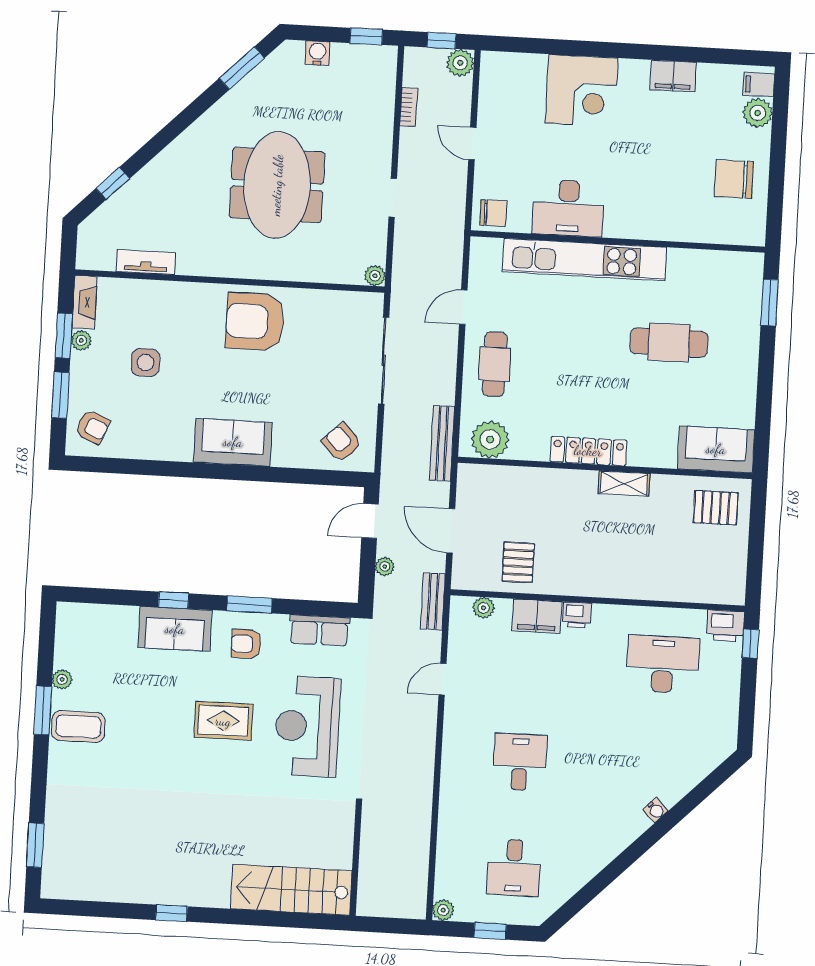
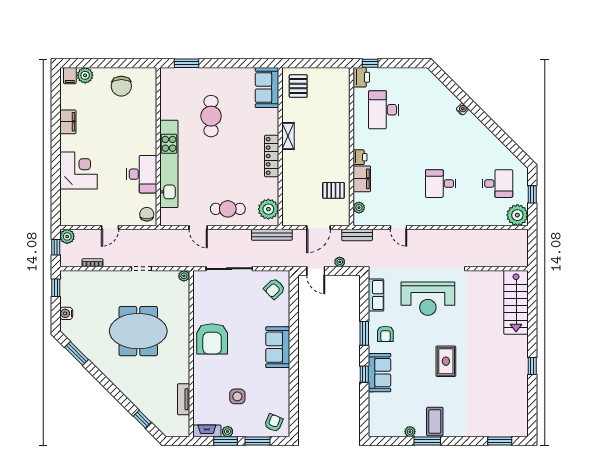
rug: (223, 721) -> (446, 361), moved
plant: (443, 910) -> (517, 215), width x1.88, depth x1.88

